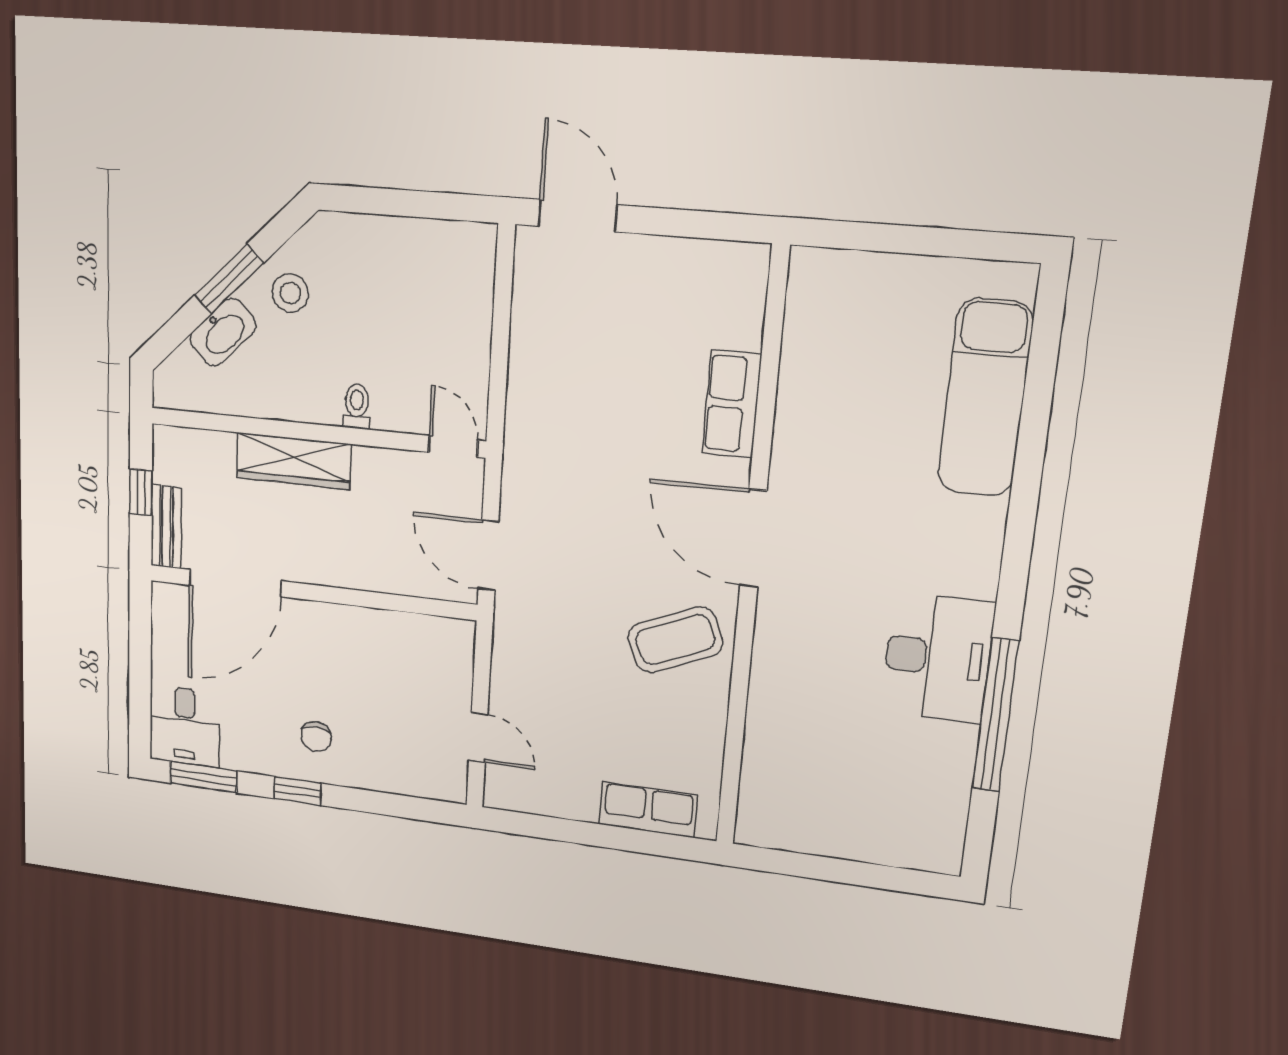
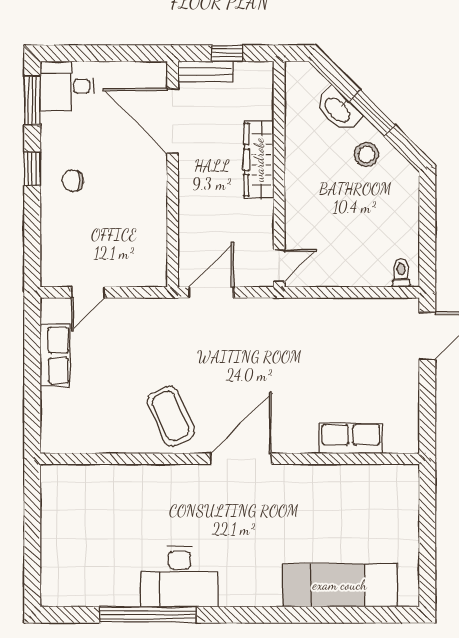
row of seats: (732, 404) -> (351, 438), moved
toilet: (357, 406) -> (401, 273), moved, turned -90
row of seats: (648, 810) -> (55, 355), moved

